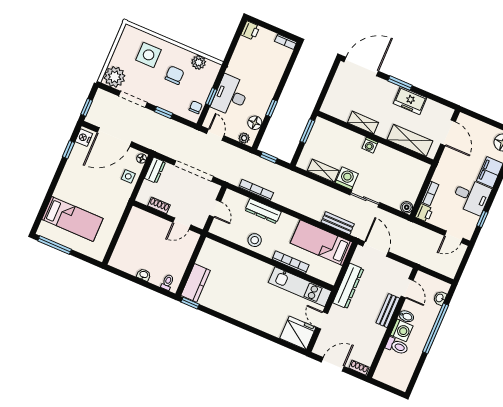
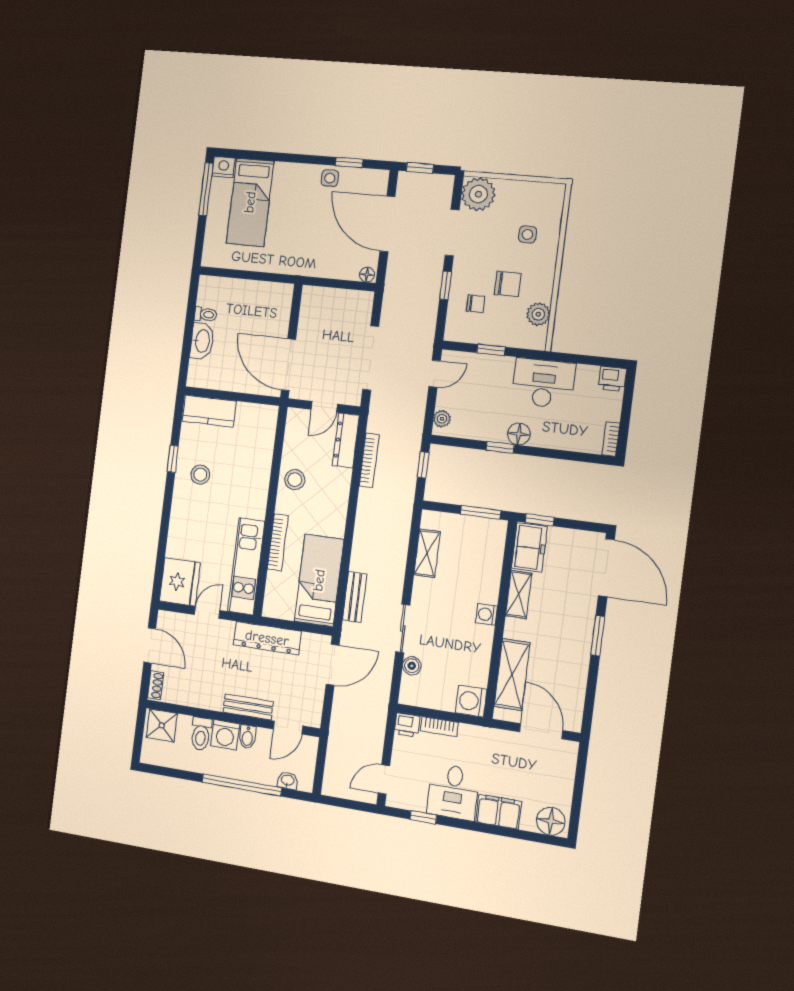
side table: (149, 55) -> (527, 234), width x0.54, depth x0.54
desk: (230, 96) -> (543, 383), moved
window: (322, 97) -> (540, 520), added
freezer: (410, 101) -> (529, 548), moved, turned 180
chair: (196, 107) -> (476, 304), moved
floor lamp: (255, 123) -> (519, 434), moved
door: (448, 133) -> (541, 731), swing flipped
nightstand: (84, 138) -> (224, 167), moved
dresser: (155, 170) -> (355, 300), removed
side table: (128, 176) -> (330, 178), moved
washing machine: (347, 178) -> (471, 701), moved, turned 180
shoe rack: (159, 205) -> (305, 323), removed
boiler: (407, 207) -> (412, 666), moved
dresser: (263, 211) -> (346, 440), moved
door: (182, 224) -> (288, 365), width x1.88
door: (454, 237) -> (384, 779), hinge flipped
washbasin: (144, 275) -> (202, 341), width x1.91, depth x1.45
toilet: (167, 282) -> (206, 314), moved
stool: (234, 300) -> (200, 475), added
window: (190, 303) -> (173, 459), moved
shower: (385, 371) -> (162, 725), added

